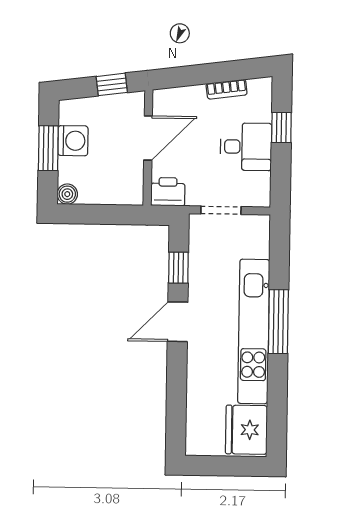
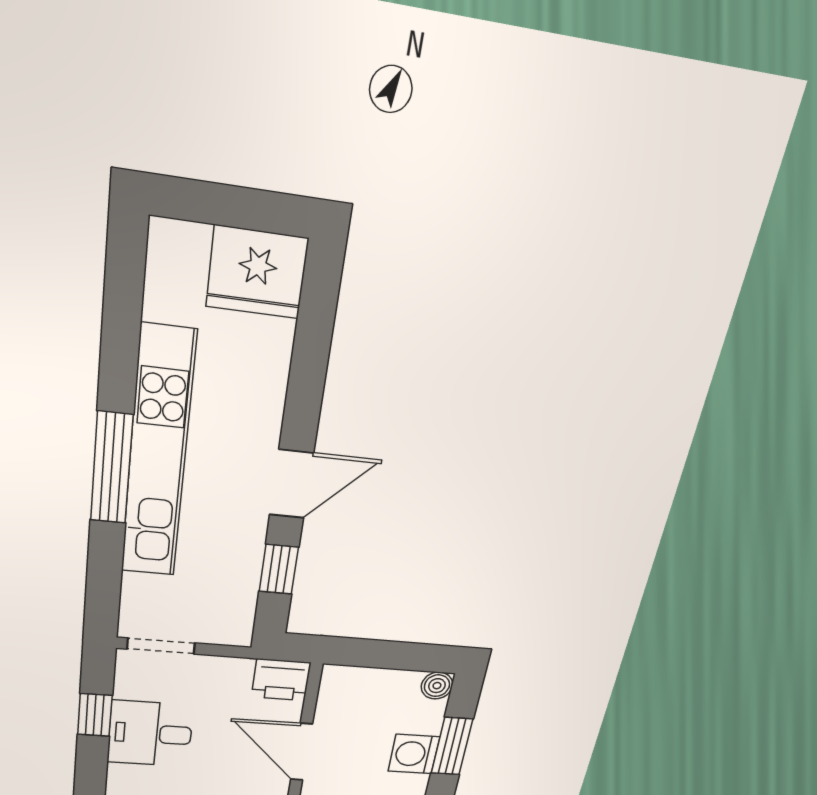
window: (281, 128) -> (95, 715), moved
door: (148, 138) -> (301, 752), hinge flipped
doorway: (221, 210) -> (161, 646), moved
fridge: (246, 430) -> (257, 272), moved, turned 90

